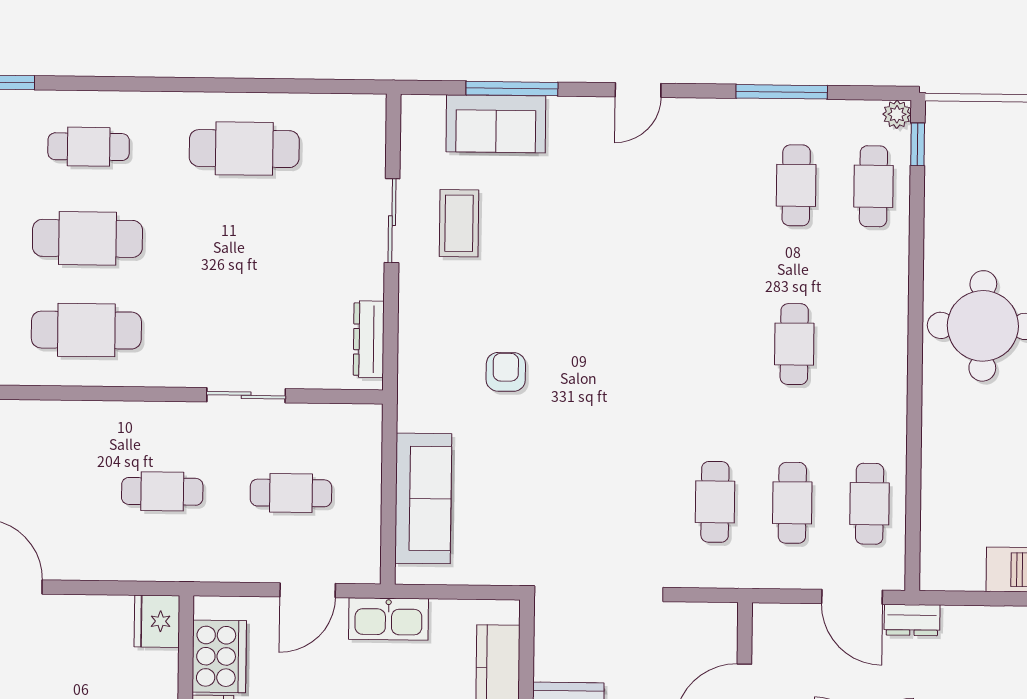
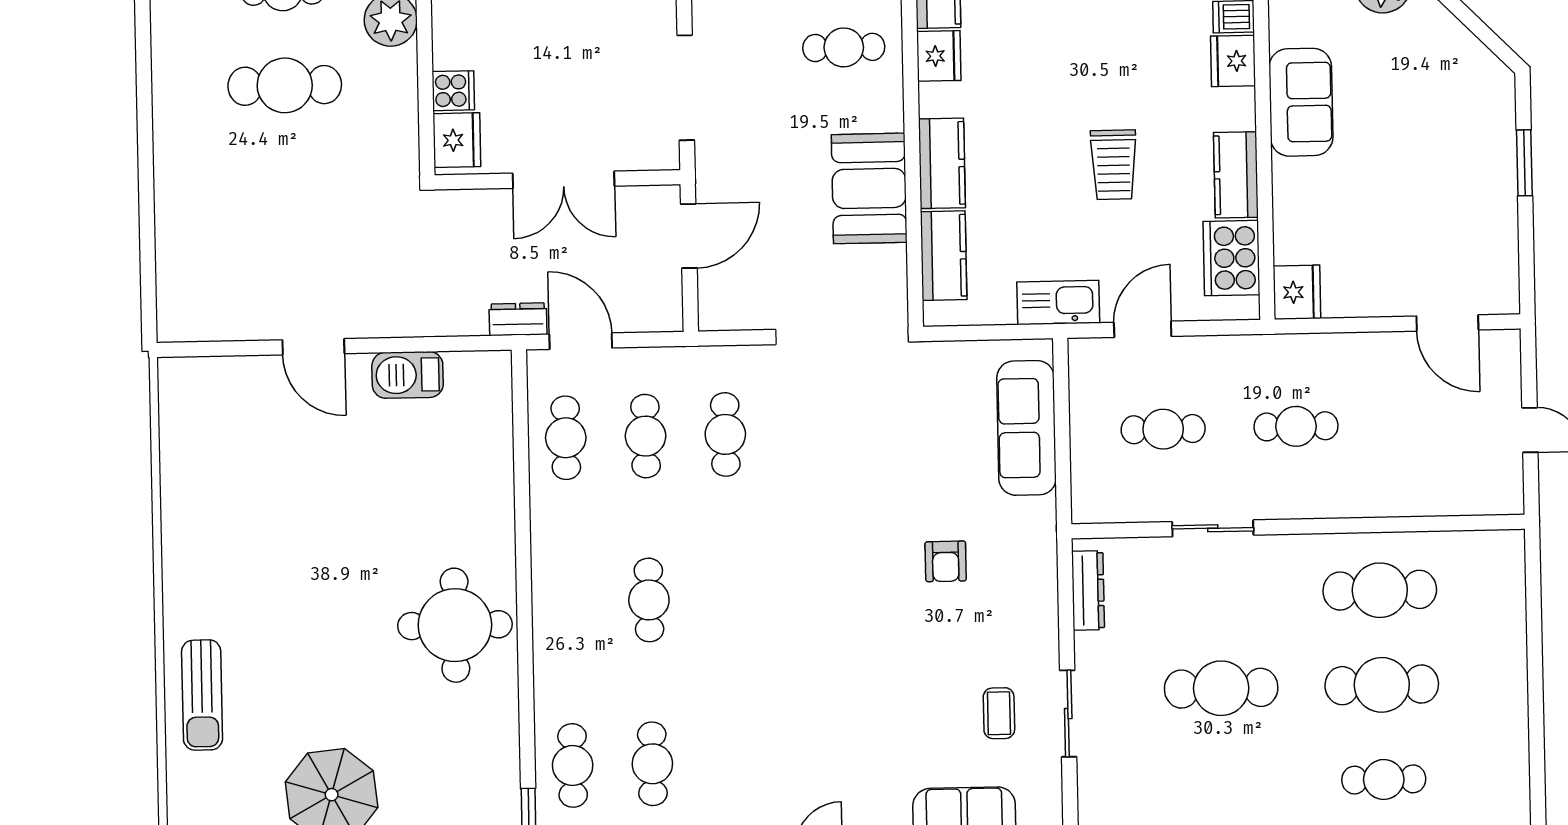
cafe table: (244, 149) -> (1221, 688), moved
coffee table: (459, 223) -> (999, 713), width x0.73, depth x0.77

